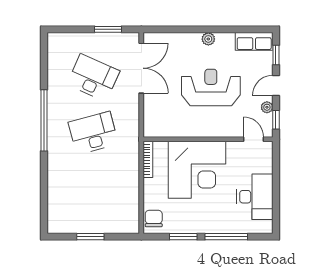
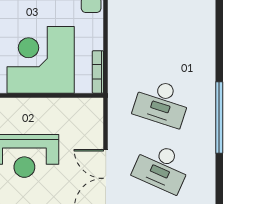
desk: (93, 133) -> (162, 103), turned 33

